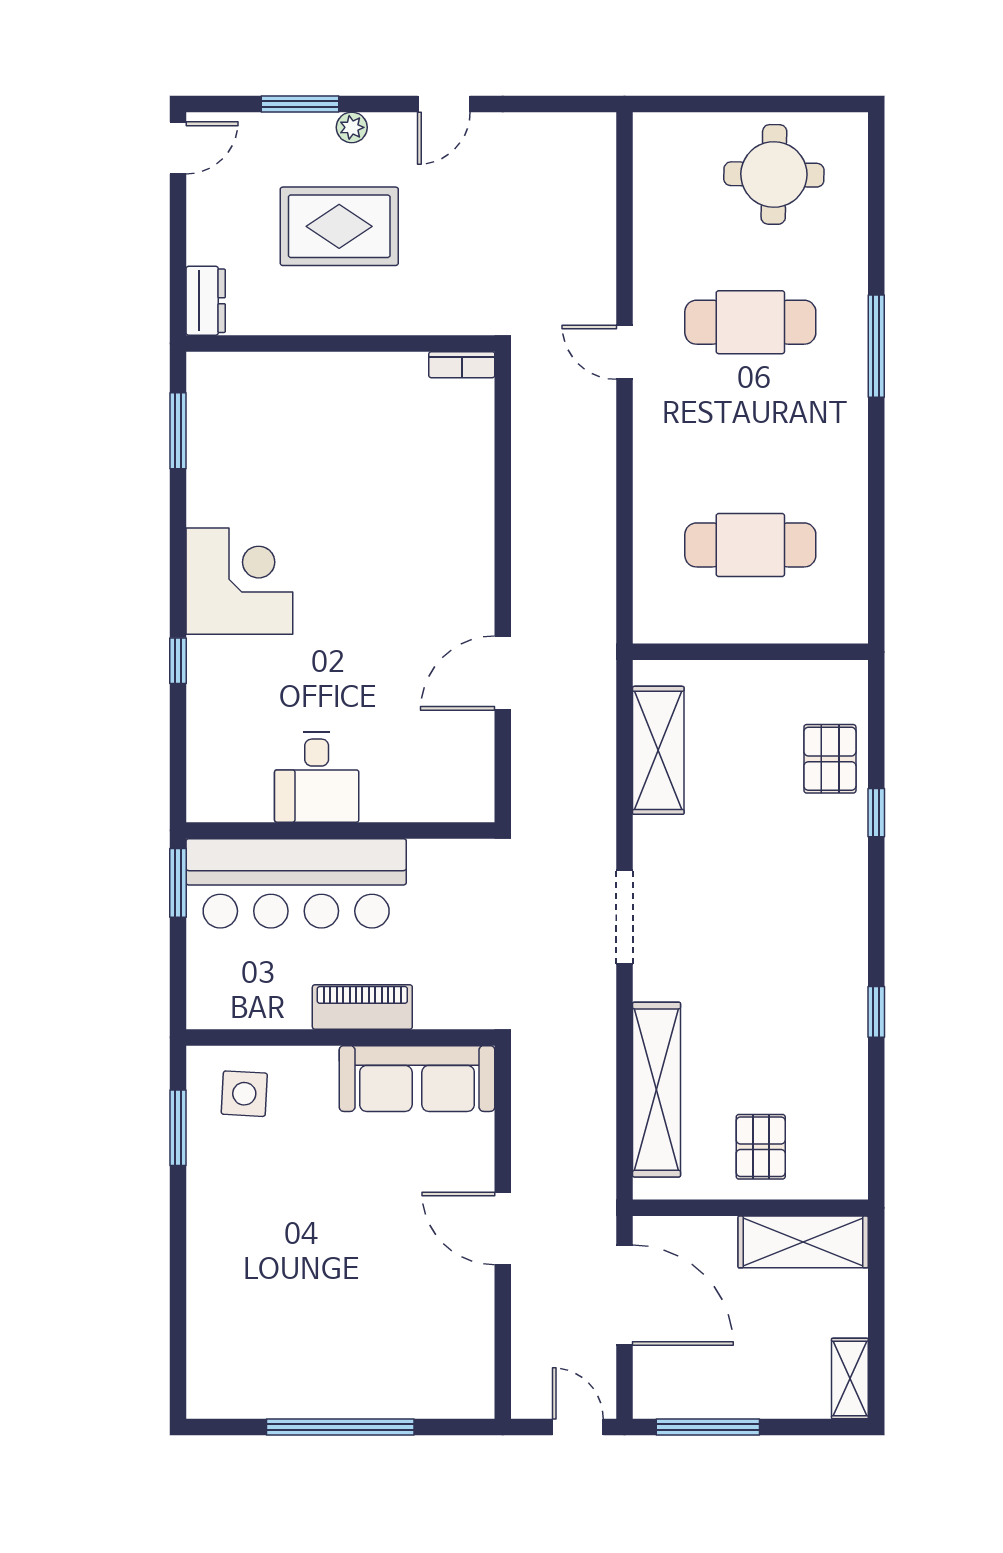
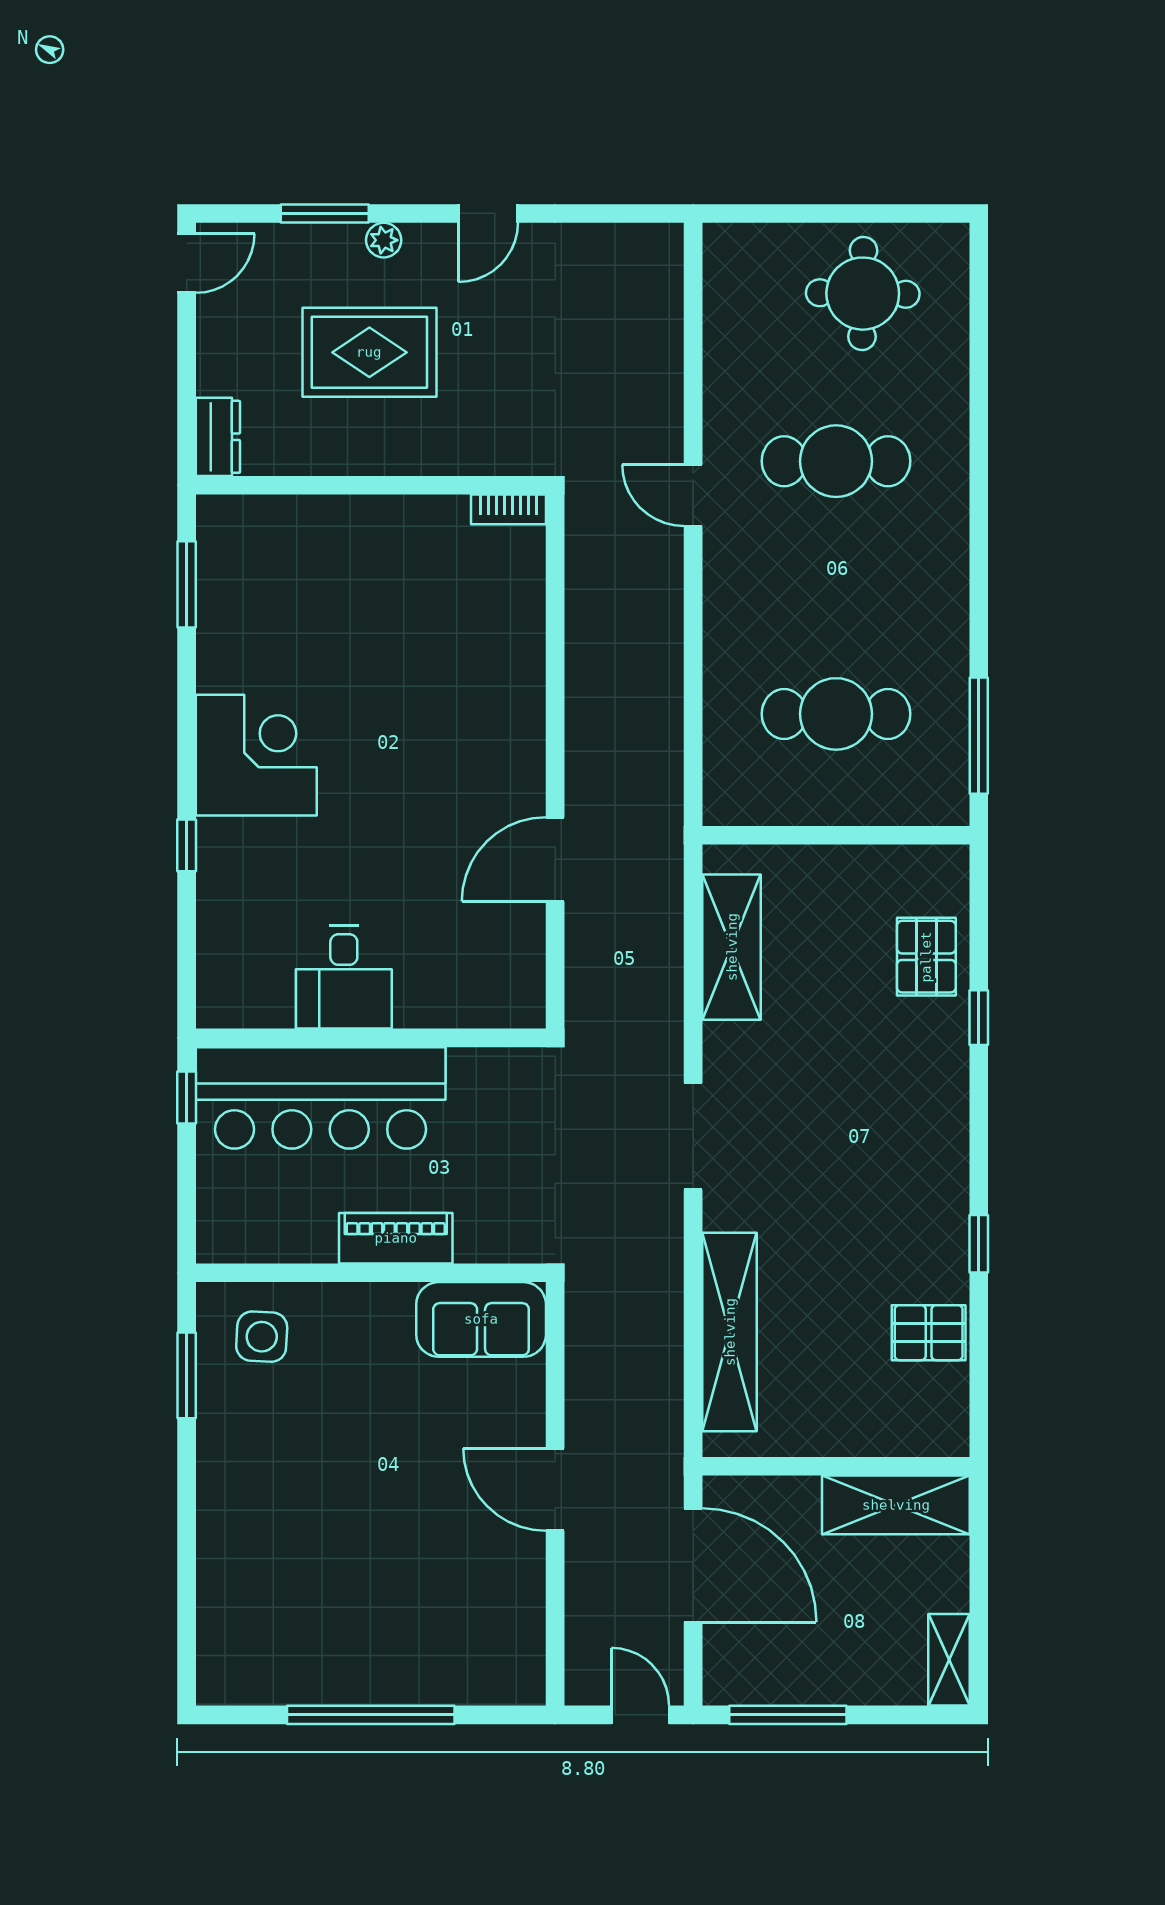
window: (876, 346) -> (979, 736), moved
window: (178, 883) -> (187, 1097), width x0.67
sofa: (417, 1079) -> (481, 1319), width x0.73
pallet: (761, 1147) -> (929, 1333), moved, turned 90

